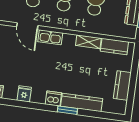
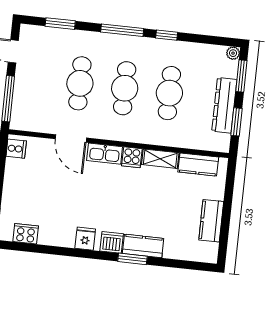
cooker: (69, 40) -> (132, 157), added
fridge: (24, 94) -> (85, 239), moved
kitchen counter: (82, 102) -> (143, 246), width x0.67

